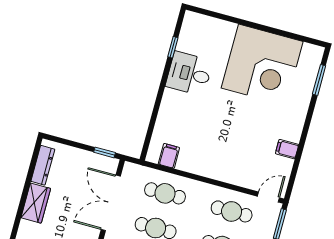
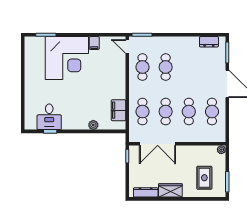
corner desk: (262, 65) -> (67, 58), moved, turned 90
desk: (189, 74) -> (49, 117), moved
plant: (165, 114) -> (93, 125), added
filing cabinet: (169, 156) -> (118, 110), width x2.00

